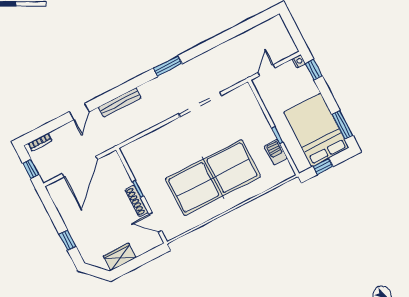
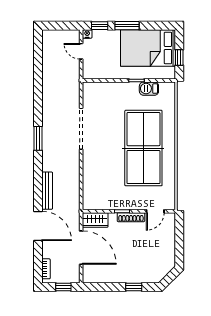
door: (266, 70) -> (81, 51), moved
door: (79, 112) -> (38, 226), width x1.87
window: (342, 125) -> (127, 26), moved
wardrobe: (120, 257) -> (95, 220), moved, turned -90

